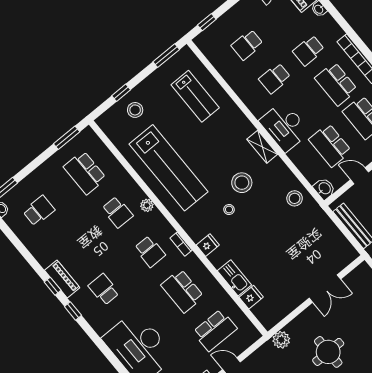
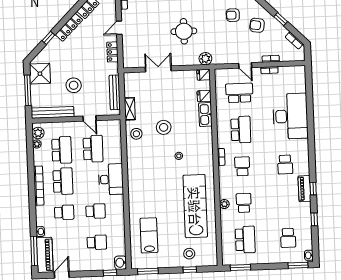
shelving: (262, 147) -> (130, 109), moved
stool: (242, 183) -> (164, 127), moved
washbasin: (324, 189) -> (121, 263), moved
plant: (147, 205) -> (224, 204), moved
school desk: (39, 211) -> (288, 238), turned -90
fridge: (208, 245) -> (204, 75), moved
window: (73, 311) -> (314, 219), moved

